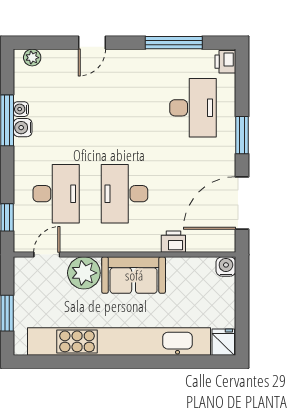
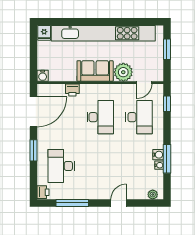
desk: (56, 194) -> (139, 117), turned 180

